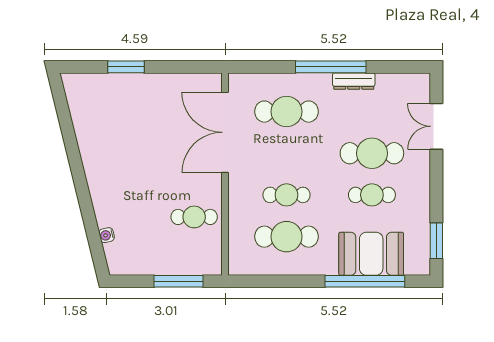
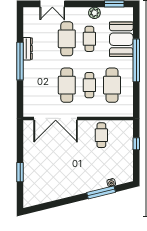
cafe table: (286, 112) -> (67, 85), moved
plant: (420, 204) -> (94, 13), added
window: (89, 217) -> (101, 192), added
window: (179, 281) -> (136, 144), width x0.46
window: (365, 281) -> (136, 60), moved

